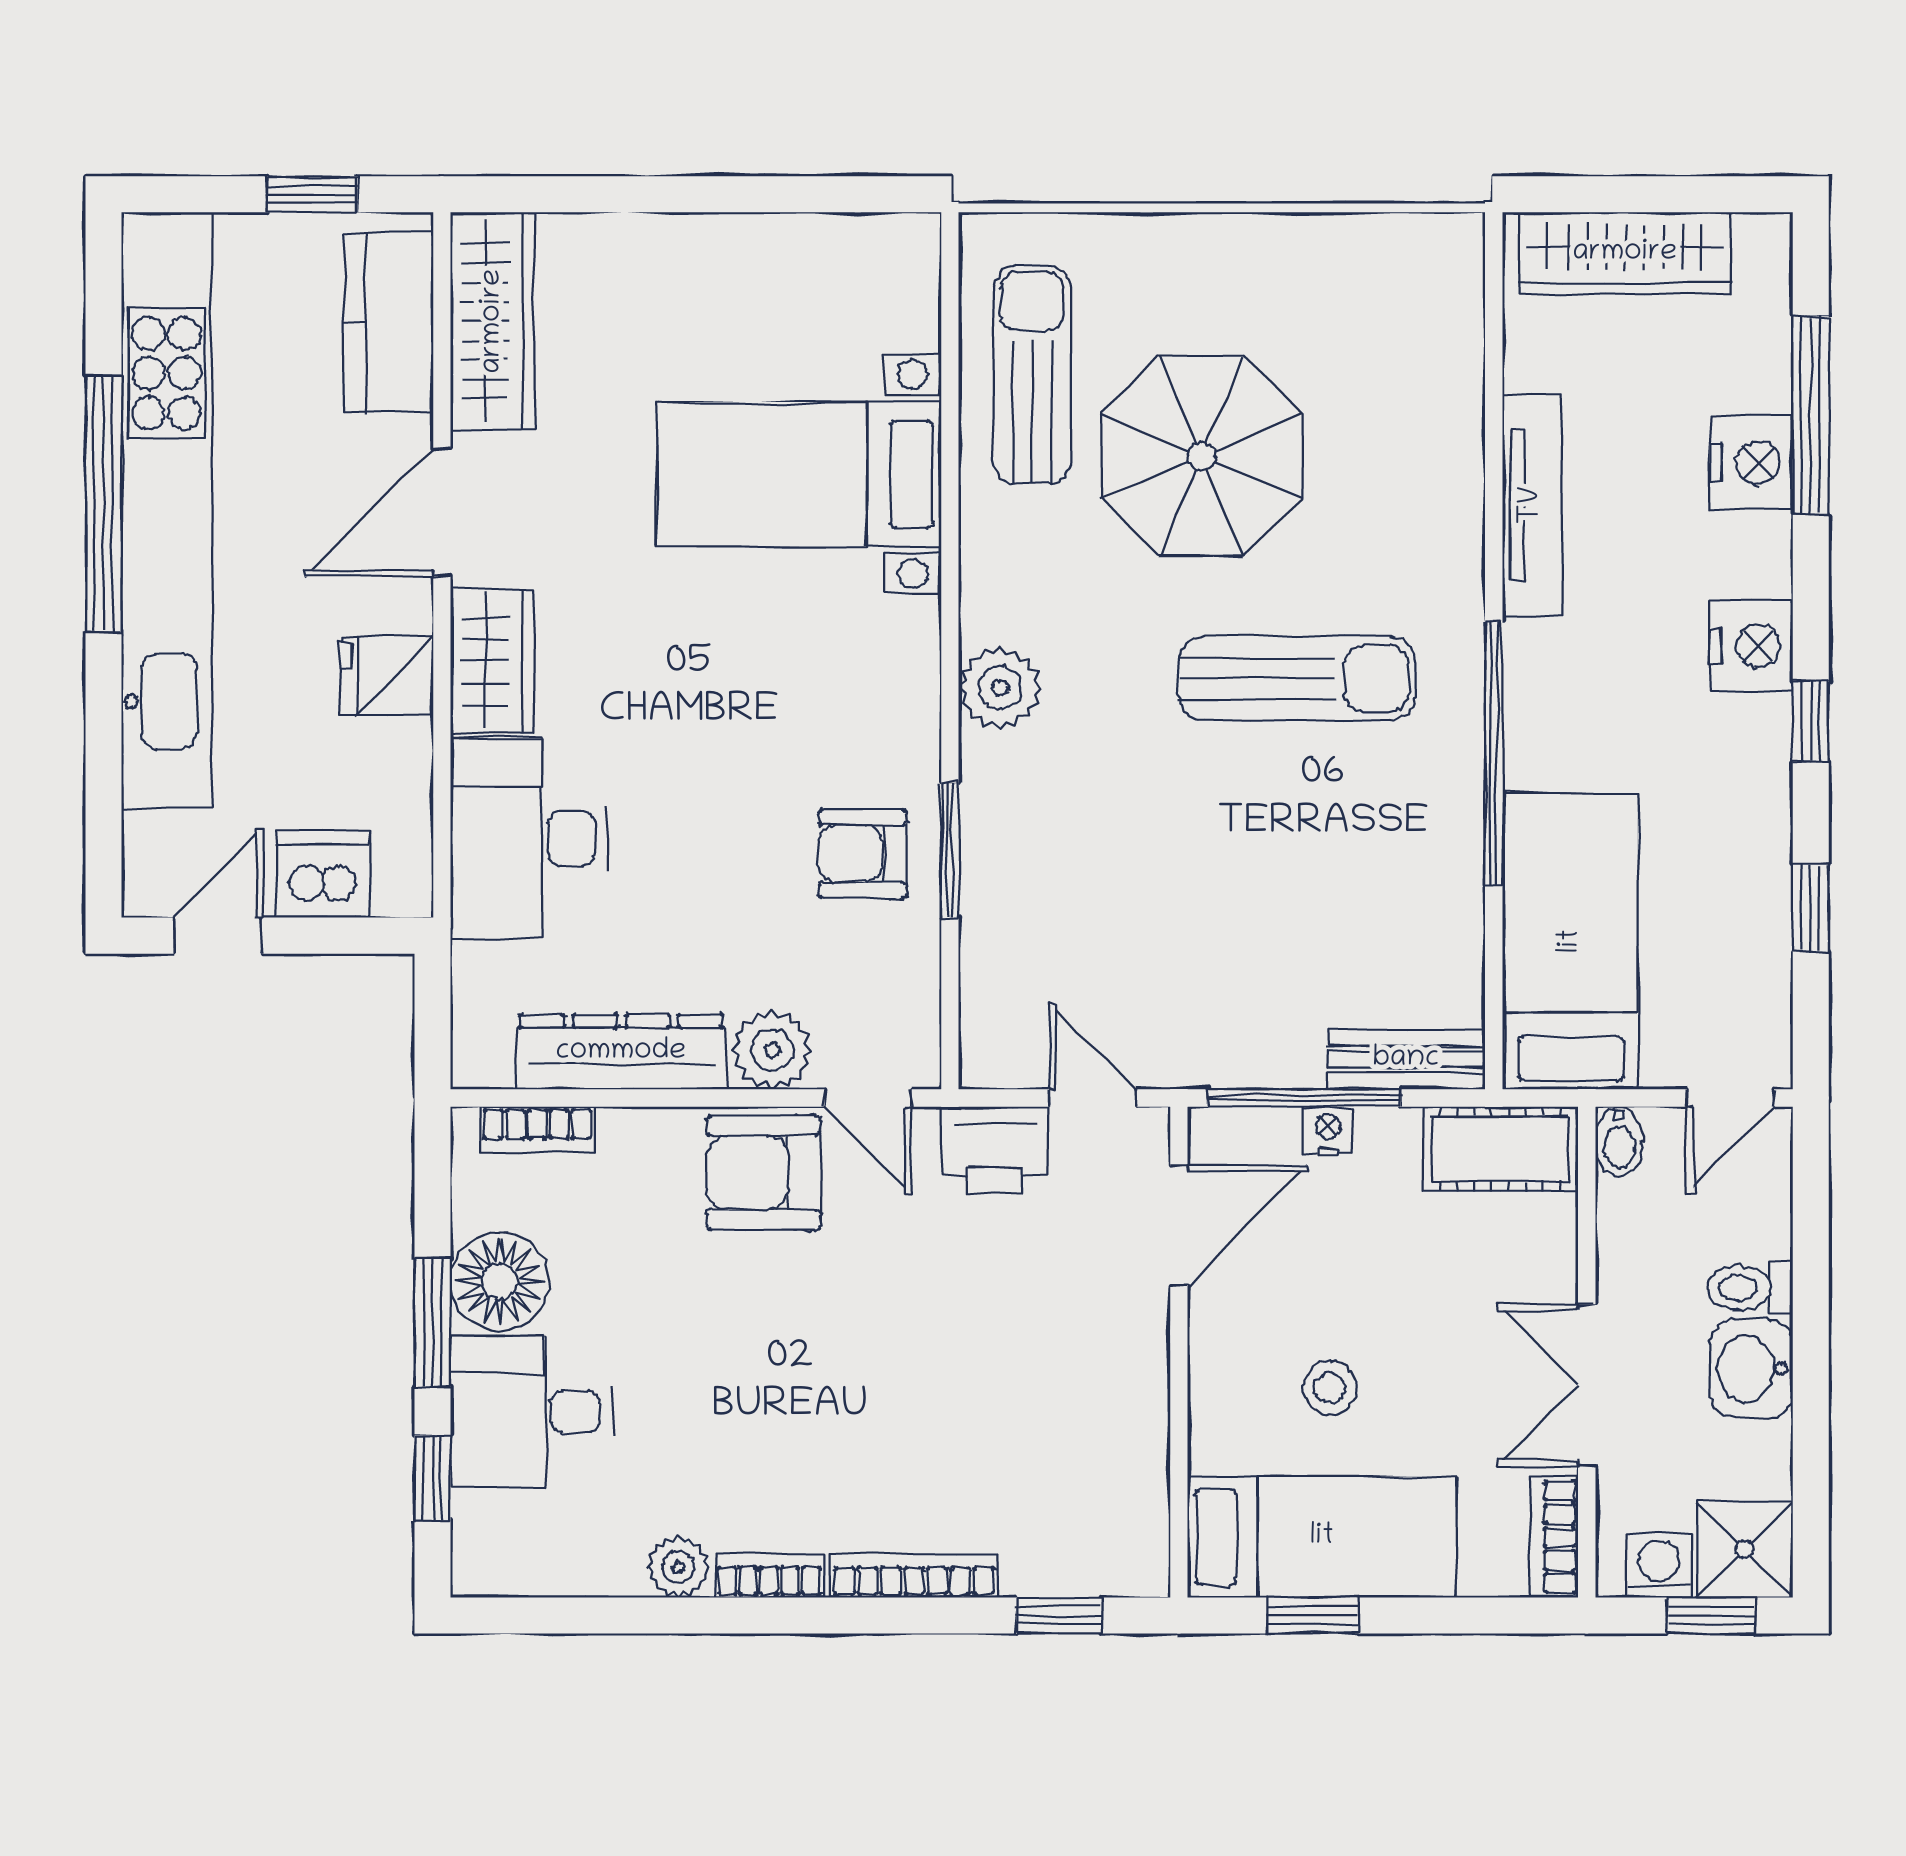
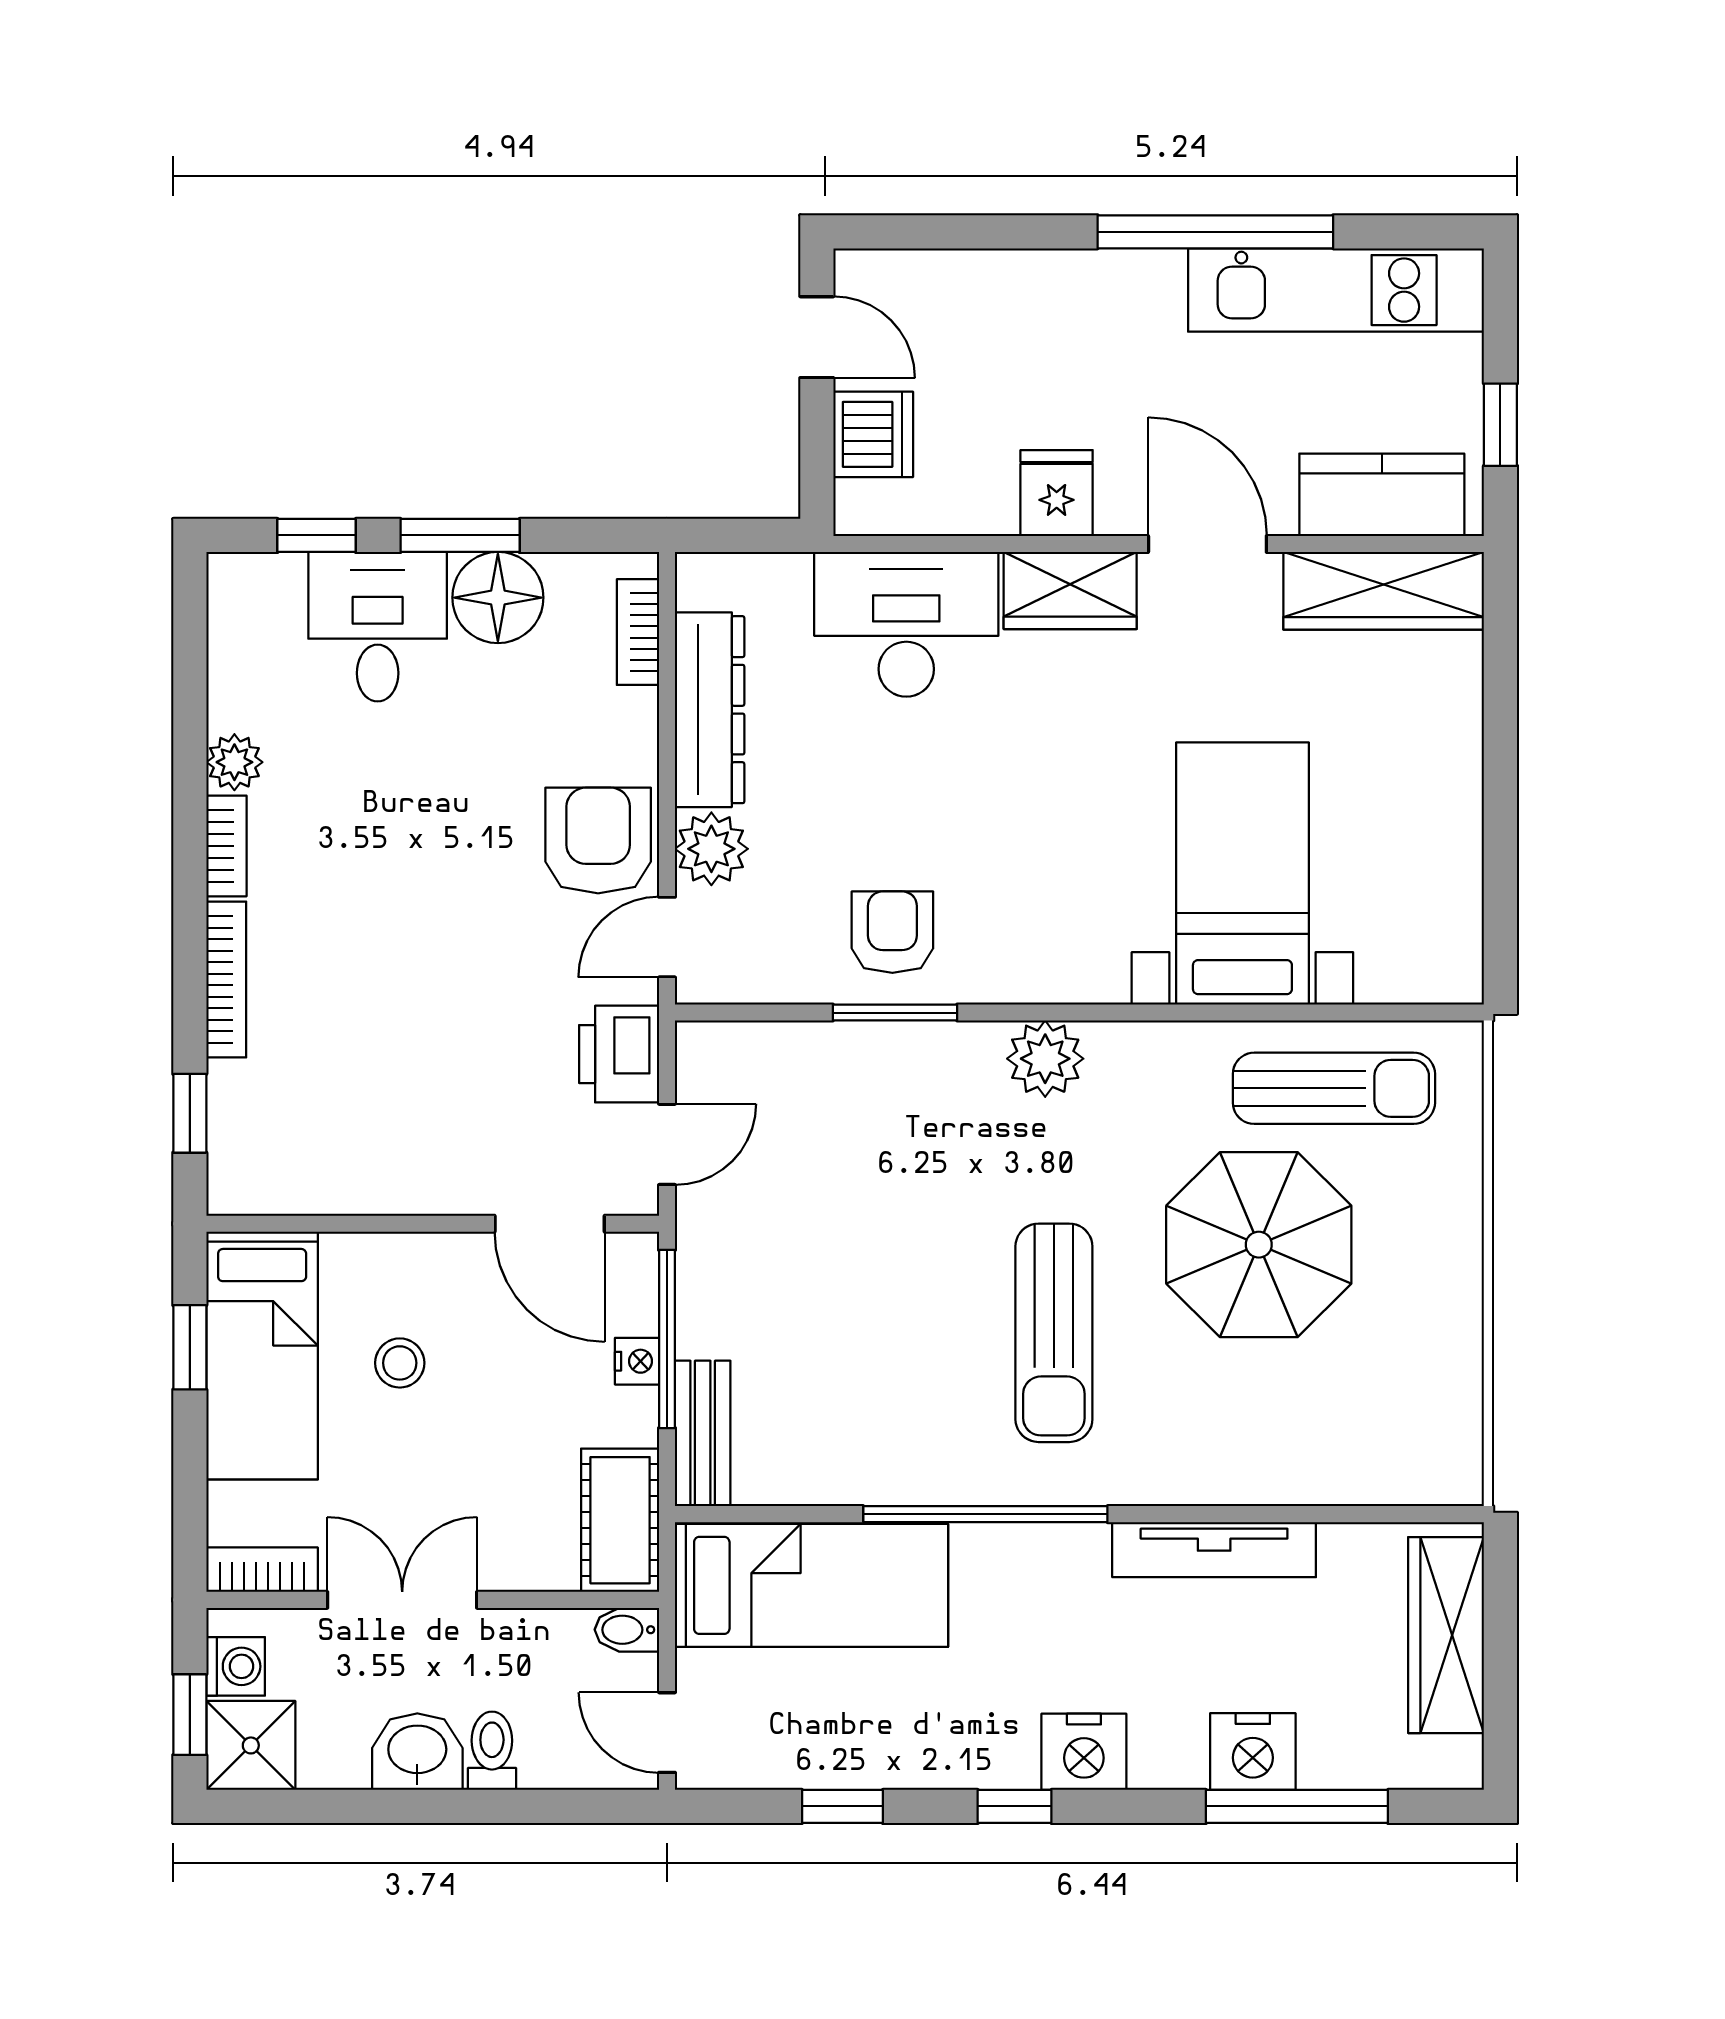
kitchen unit: (166, 510) -> (1336, 290), width x0.54

